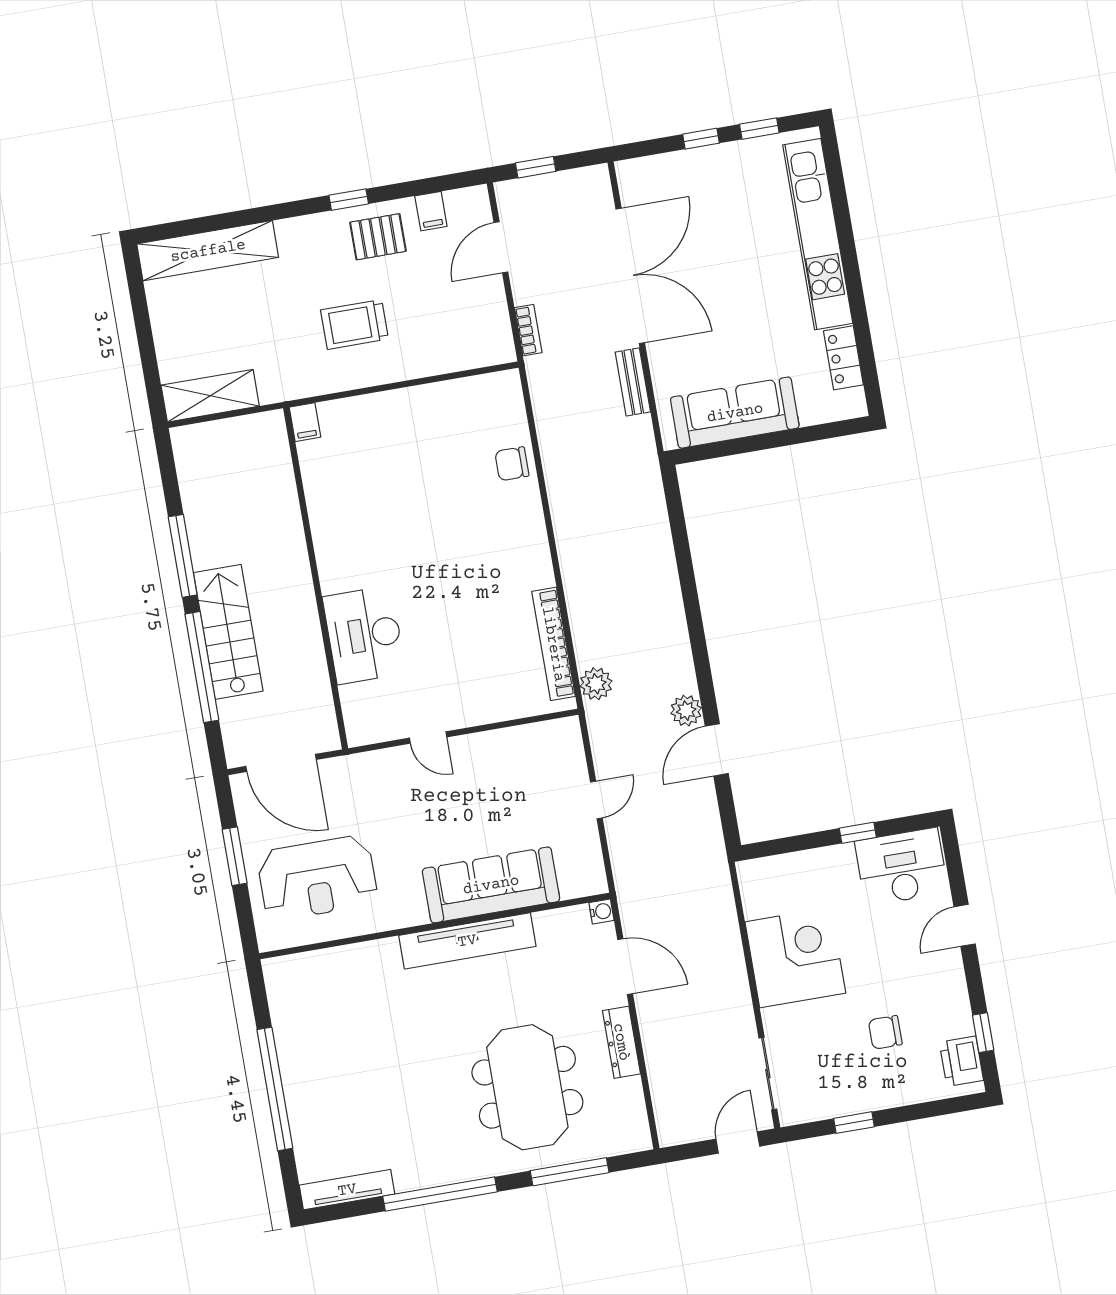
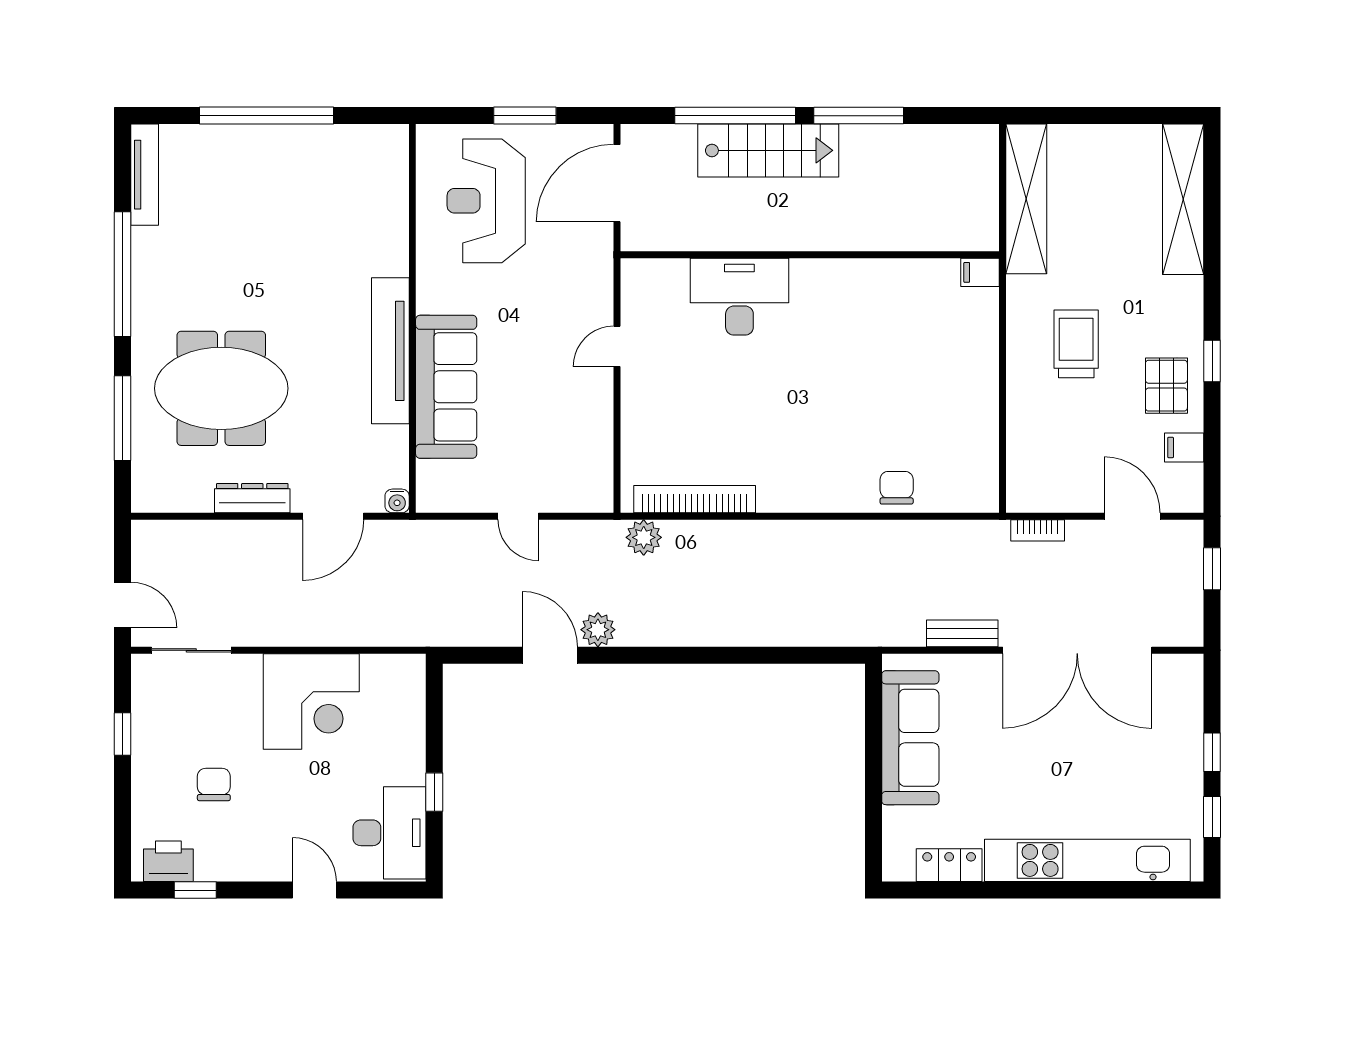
shelving: (210, 396) -> (1026, 199), width x1.47

